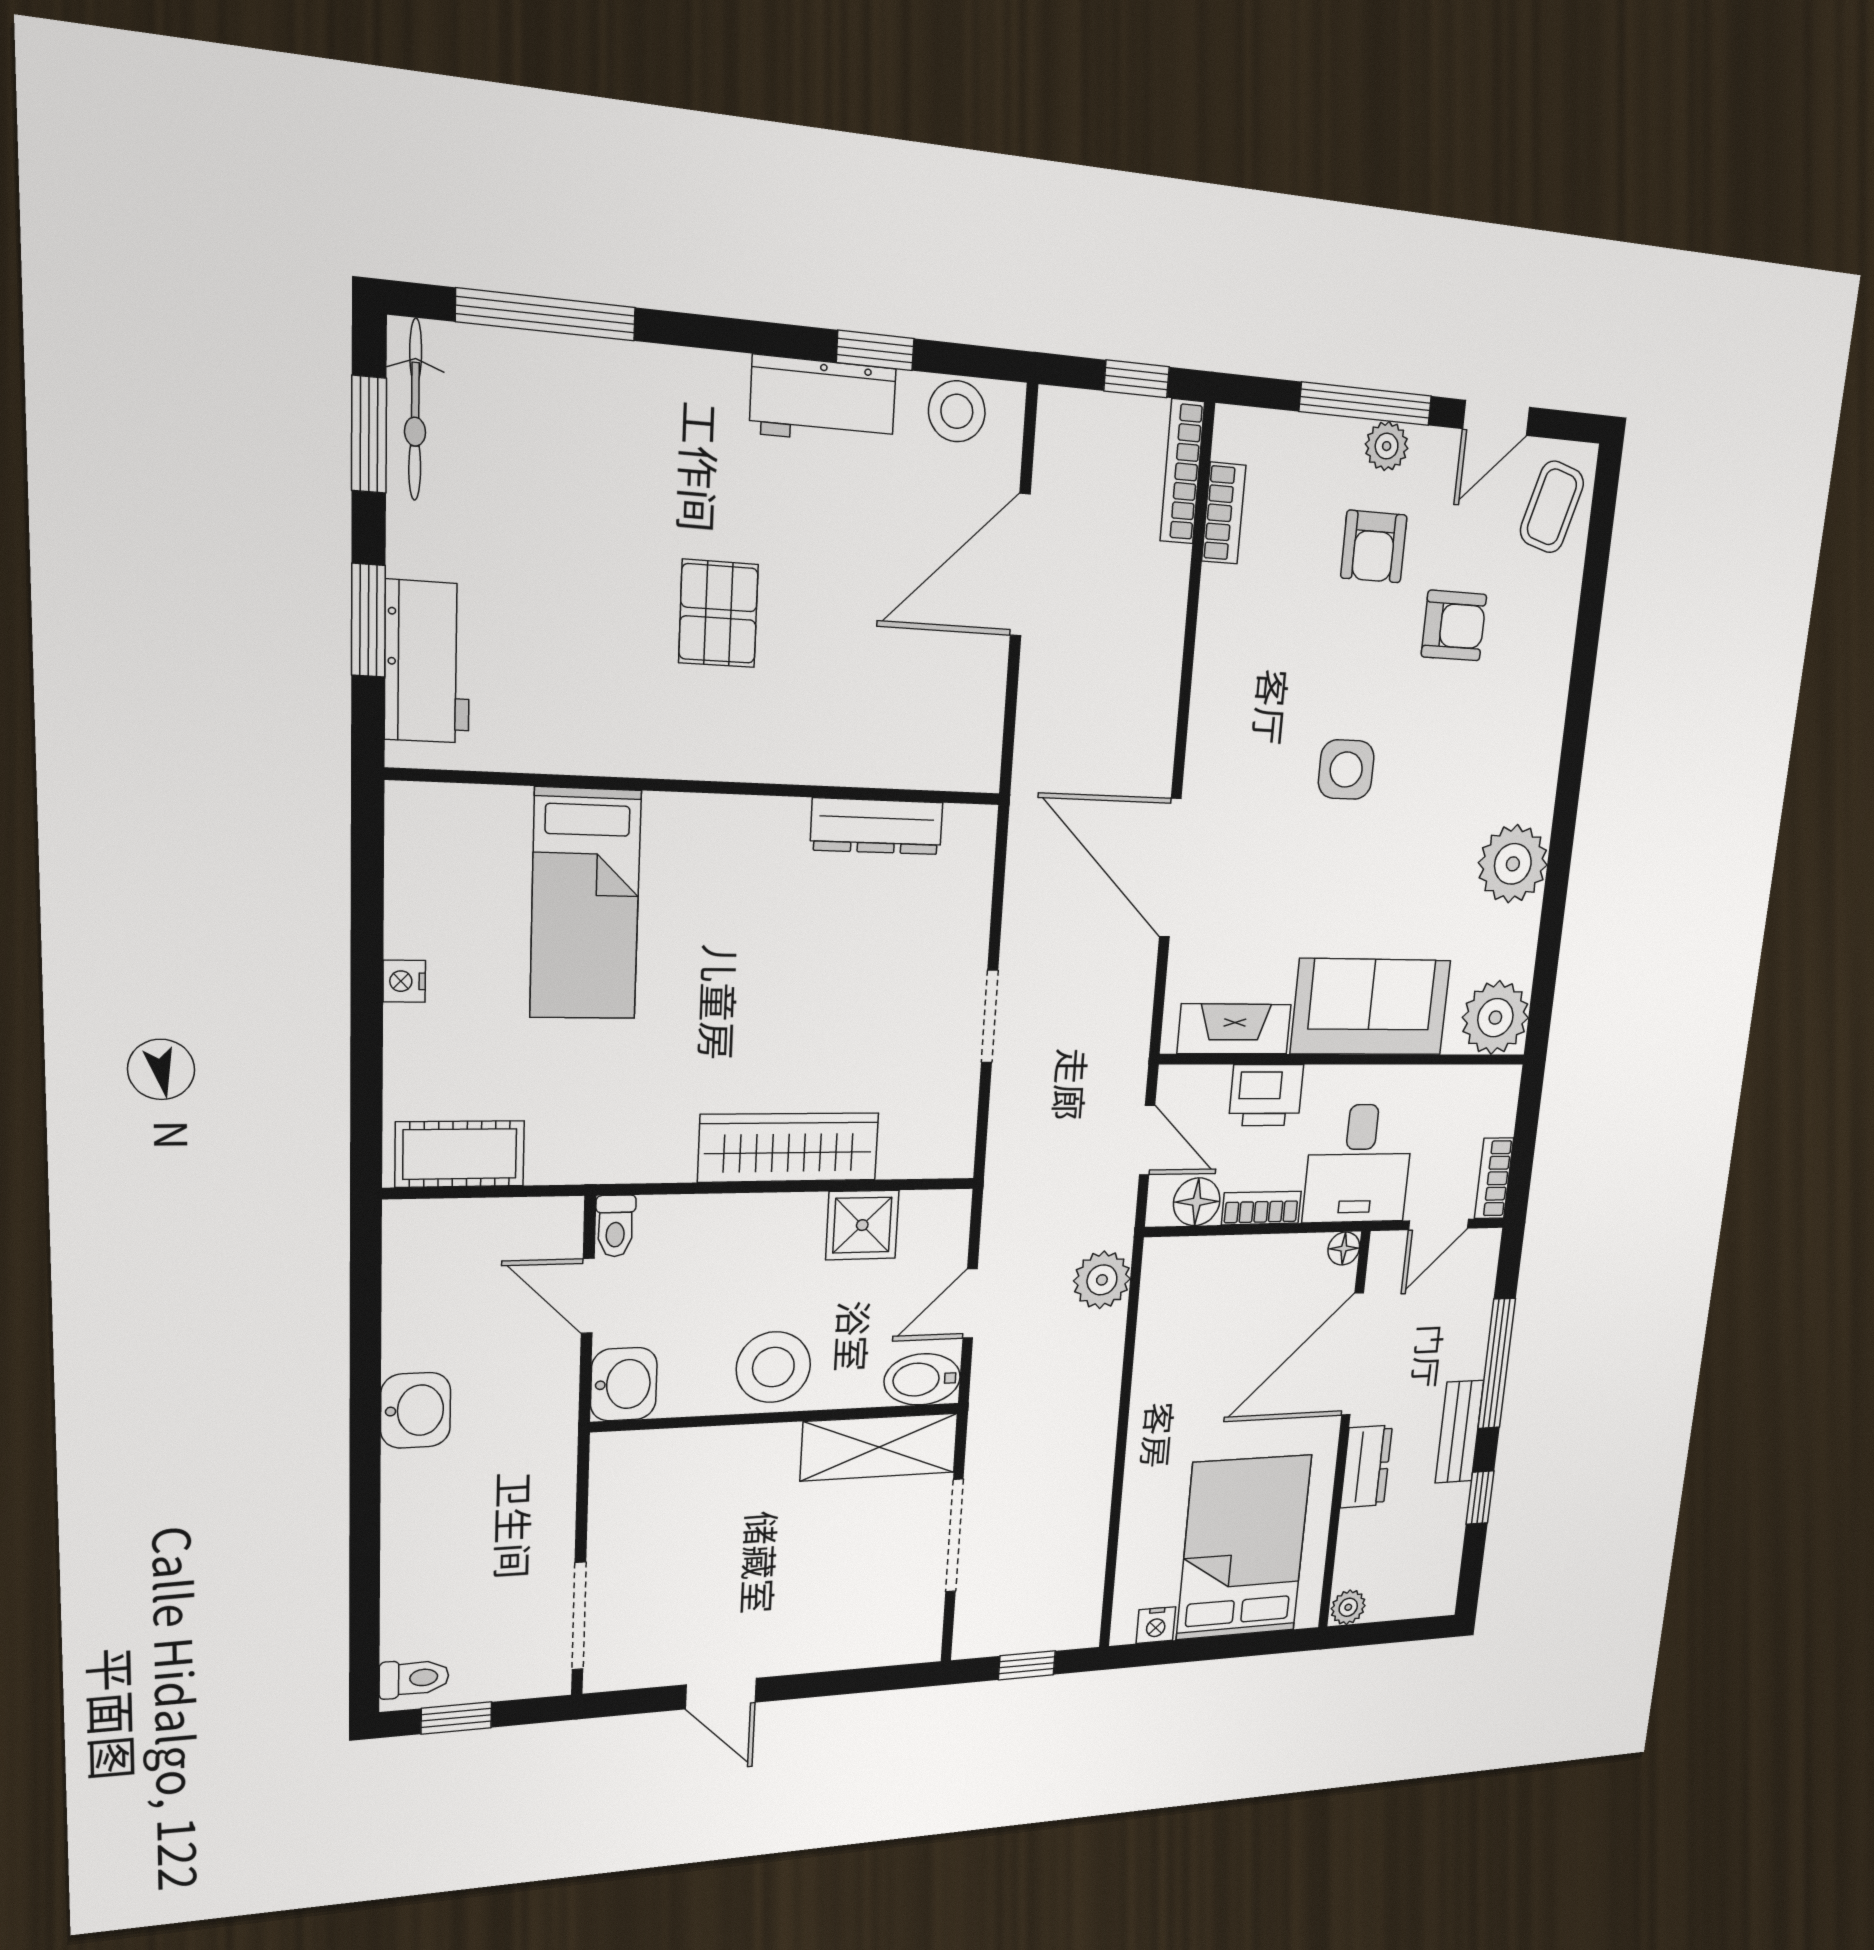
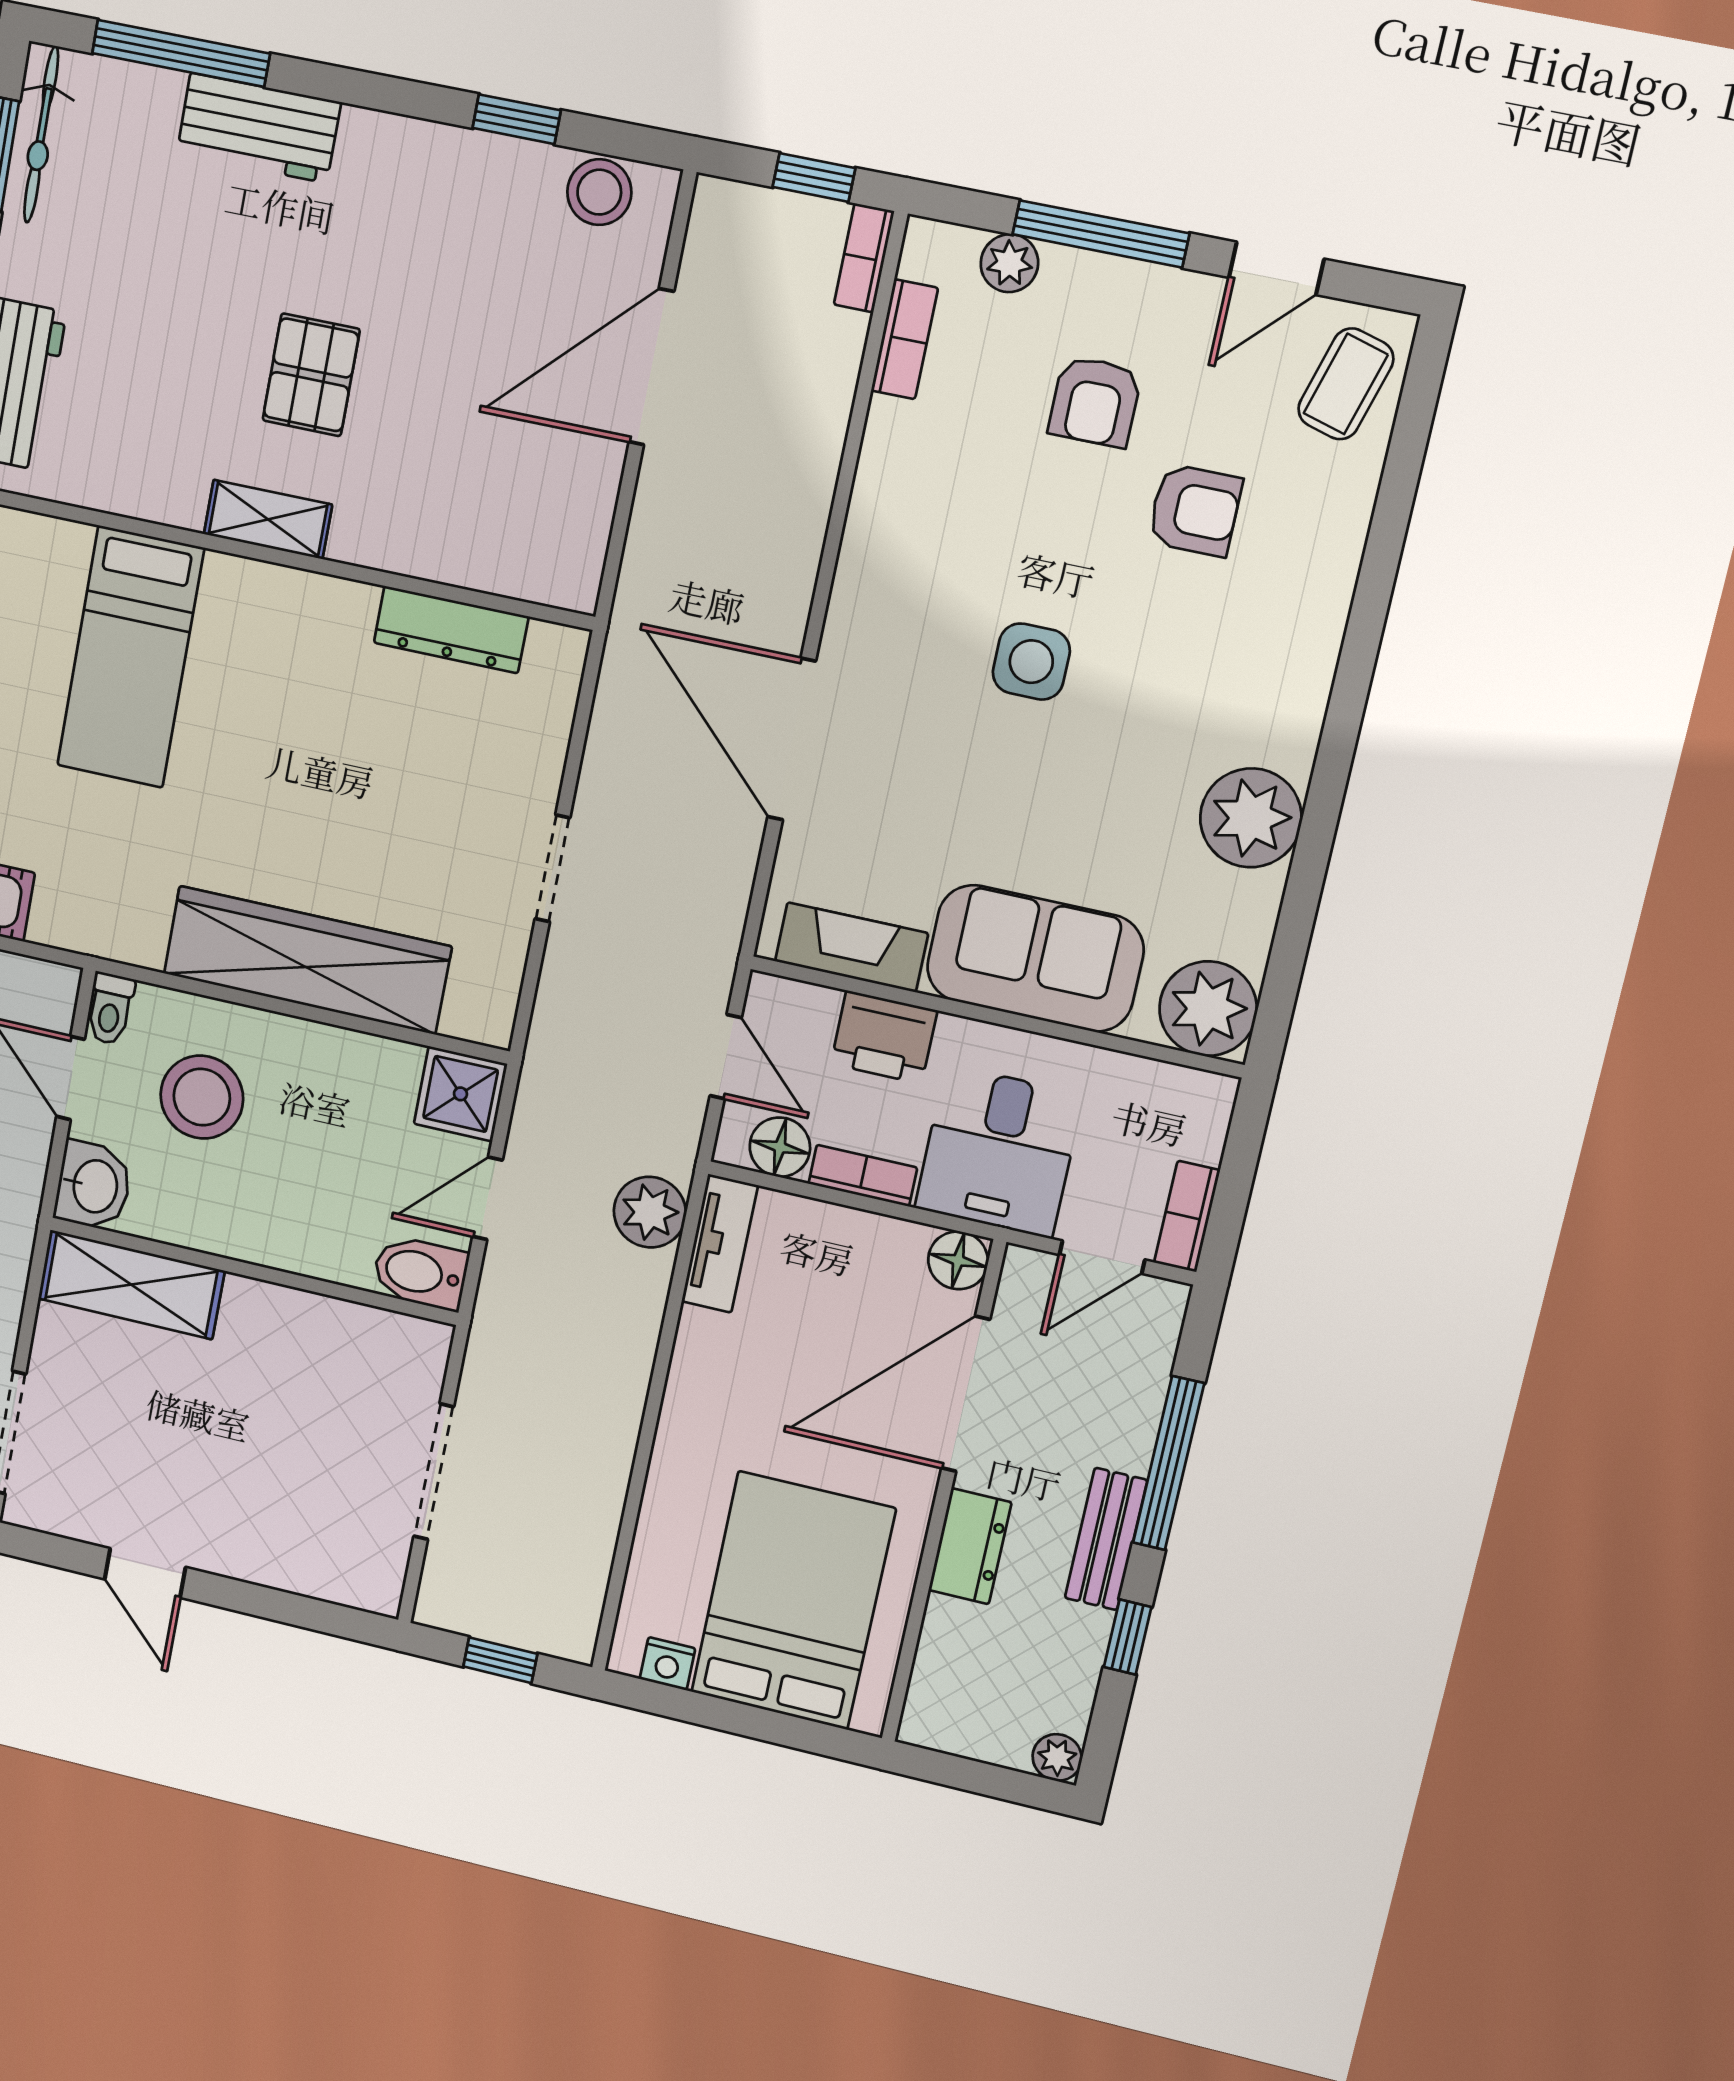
workbench: (823, 401) -> (259, 128), moved
plant: (1387, 446) -> (1009, 263), moved
bookcase: (1182, 472) -> (864, 258), width x0.64
shelving: (697, 755) -> (268, 519), added
wardrobe: (789, 1147) -> (307, 960), width x1.40, depth x1.17
shower: (862, 1225) -> (460, 1094), moved
floor lamp: (1344, 1248) -> (958, 1260), width x1.37, depth x1.37
tv unit: (1159, 1290) -> (720, 1243), added
stool: (773, 1367) -> (202, 1097), moved
shelving: (879, 1447) -> (131, 1285), moved
plant: (1348, 1607) -> (1057, 1757), moved

